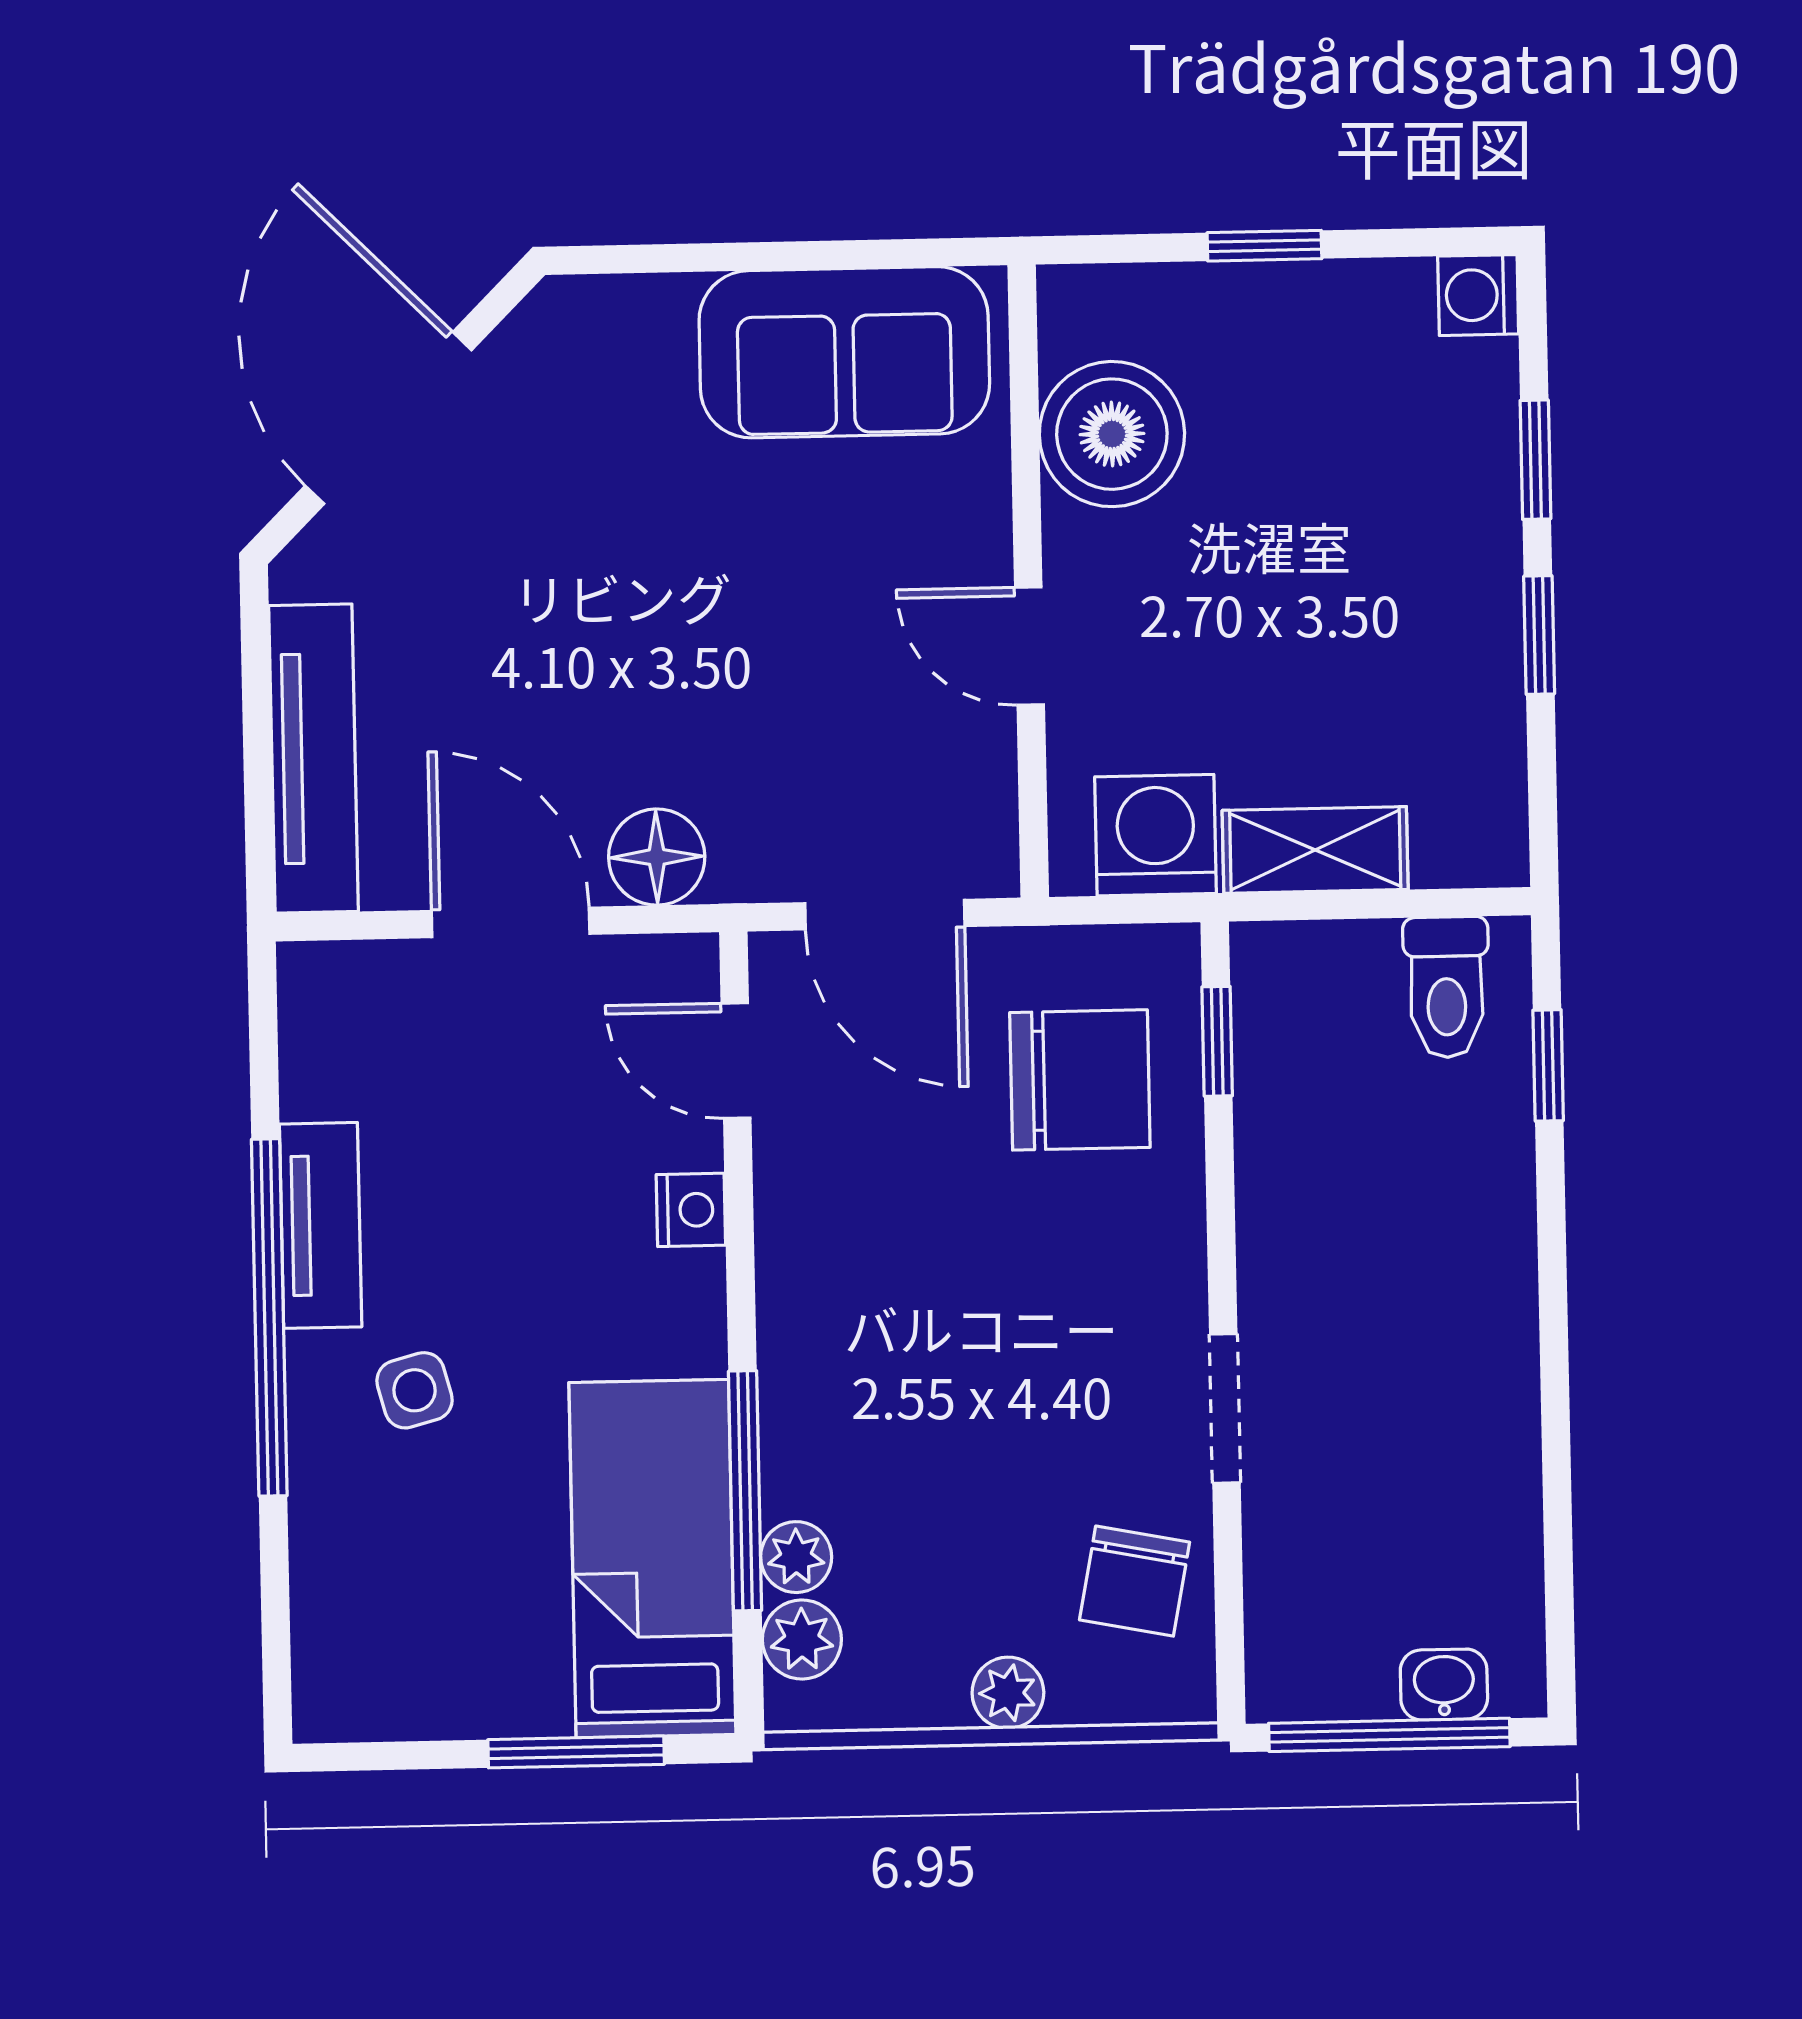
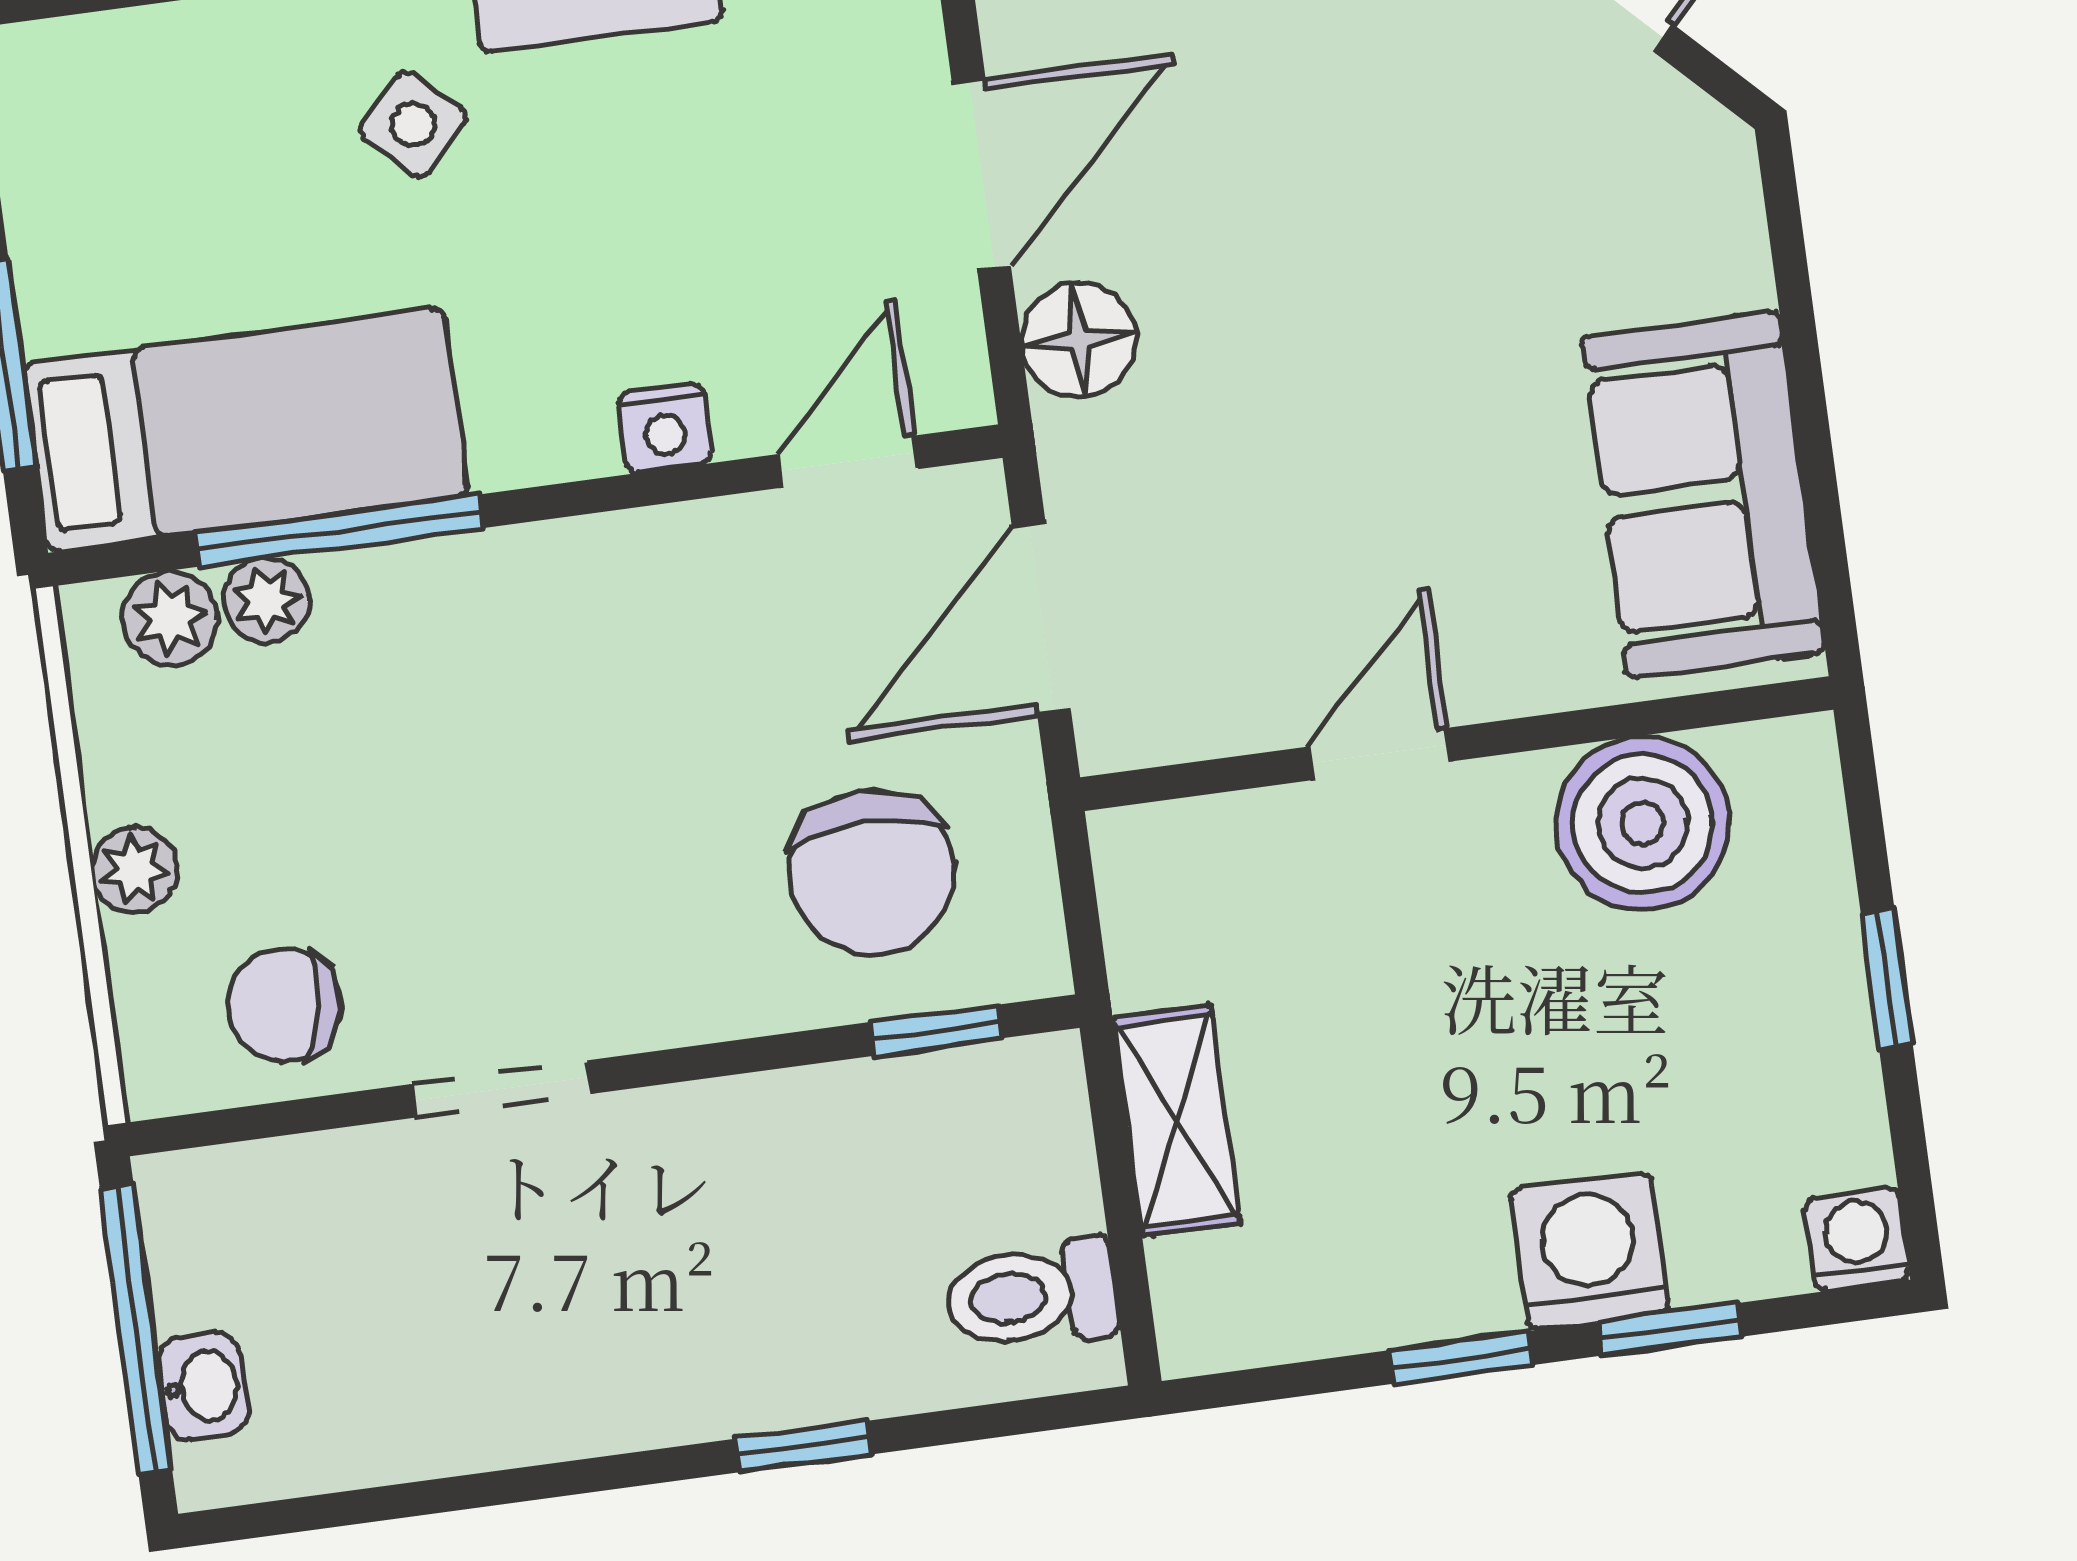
washing machine: (1155, 835) -> (1590, 1251), moved, turned -90
window: (1548, 1065) -> (804, 1446), moved
side table: (415, 1390) -> (413, 125), turned -32

